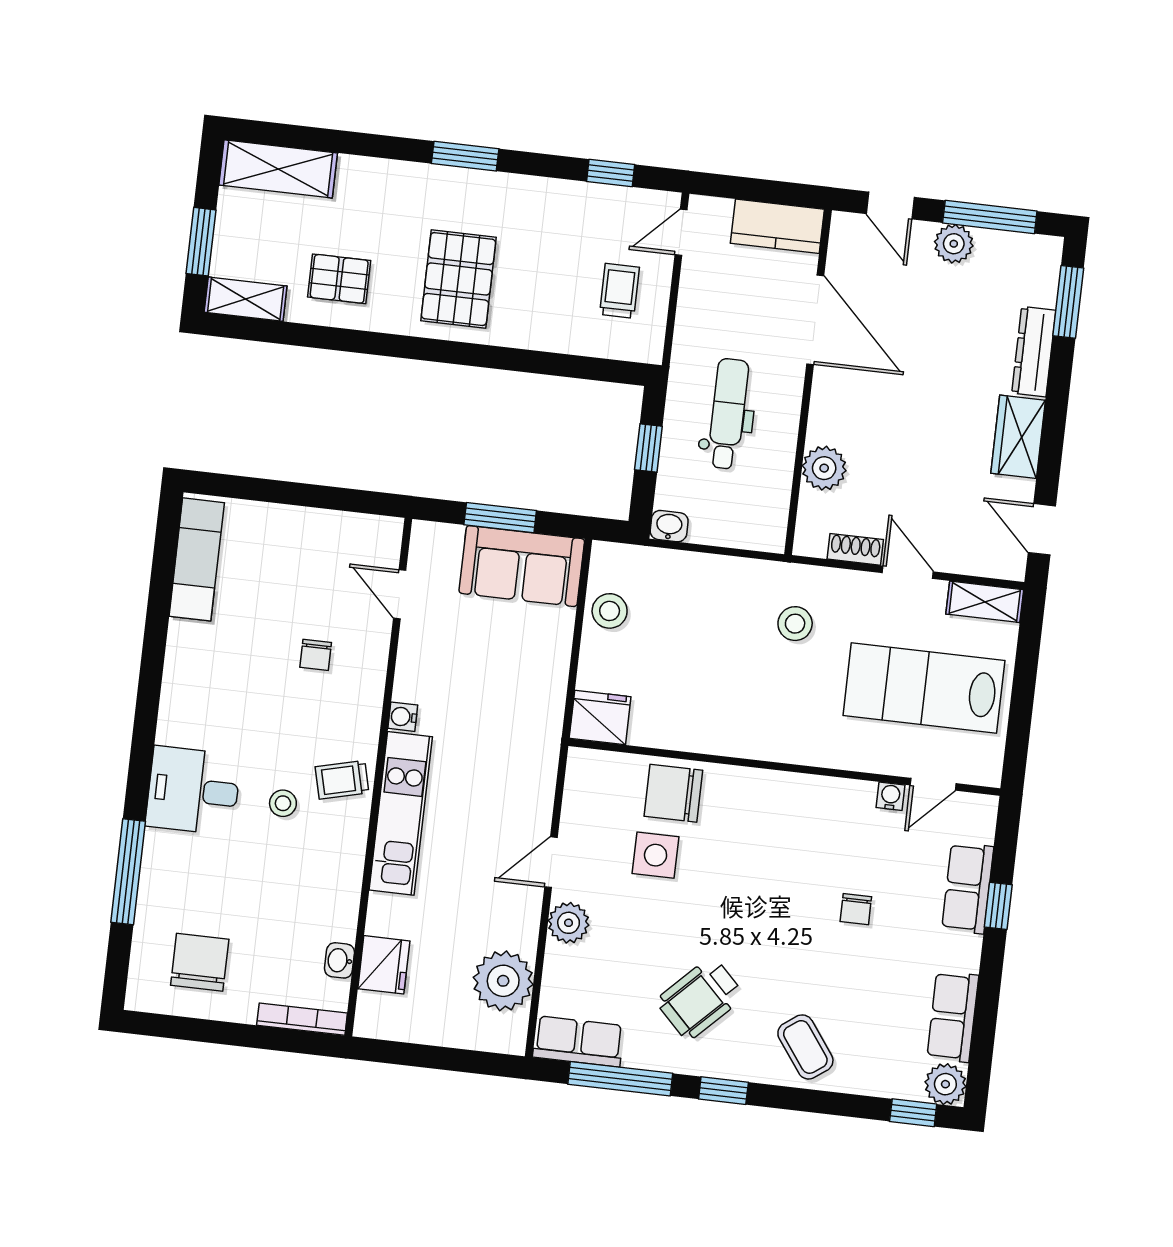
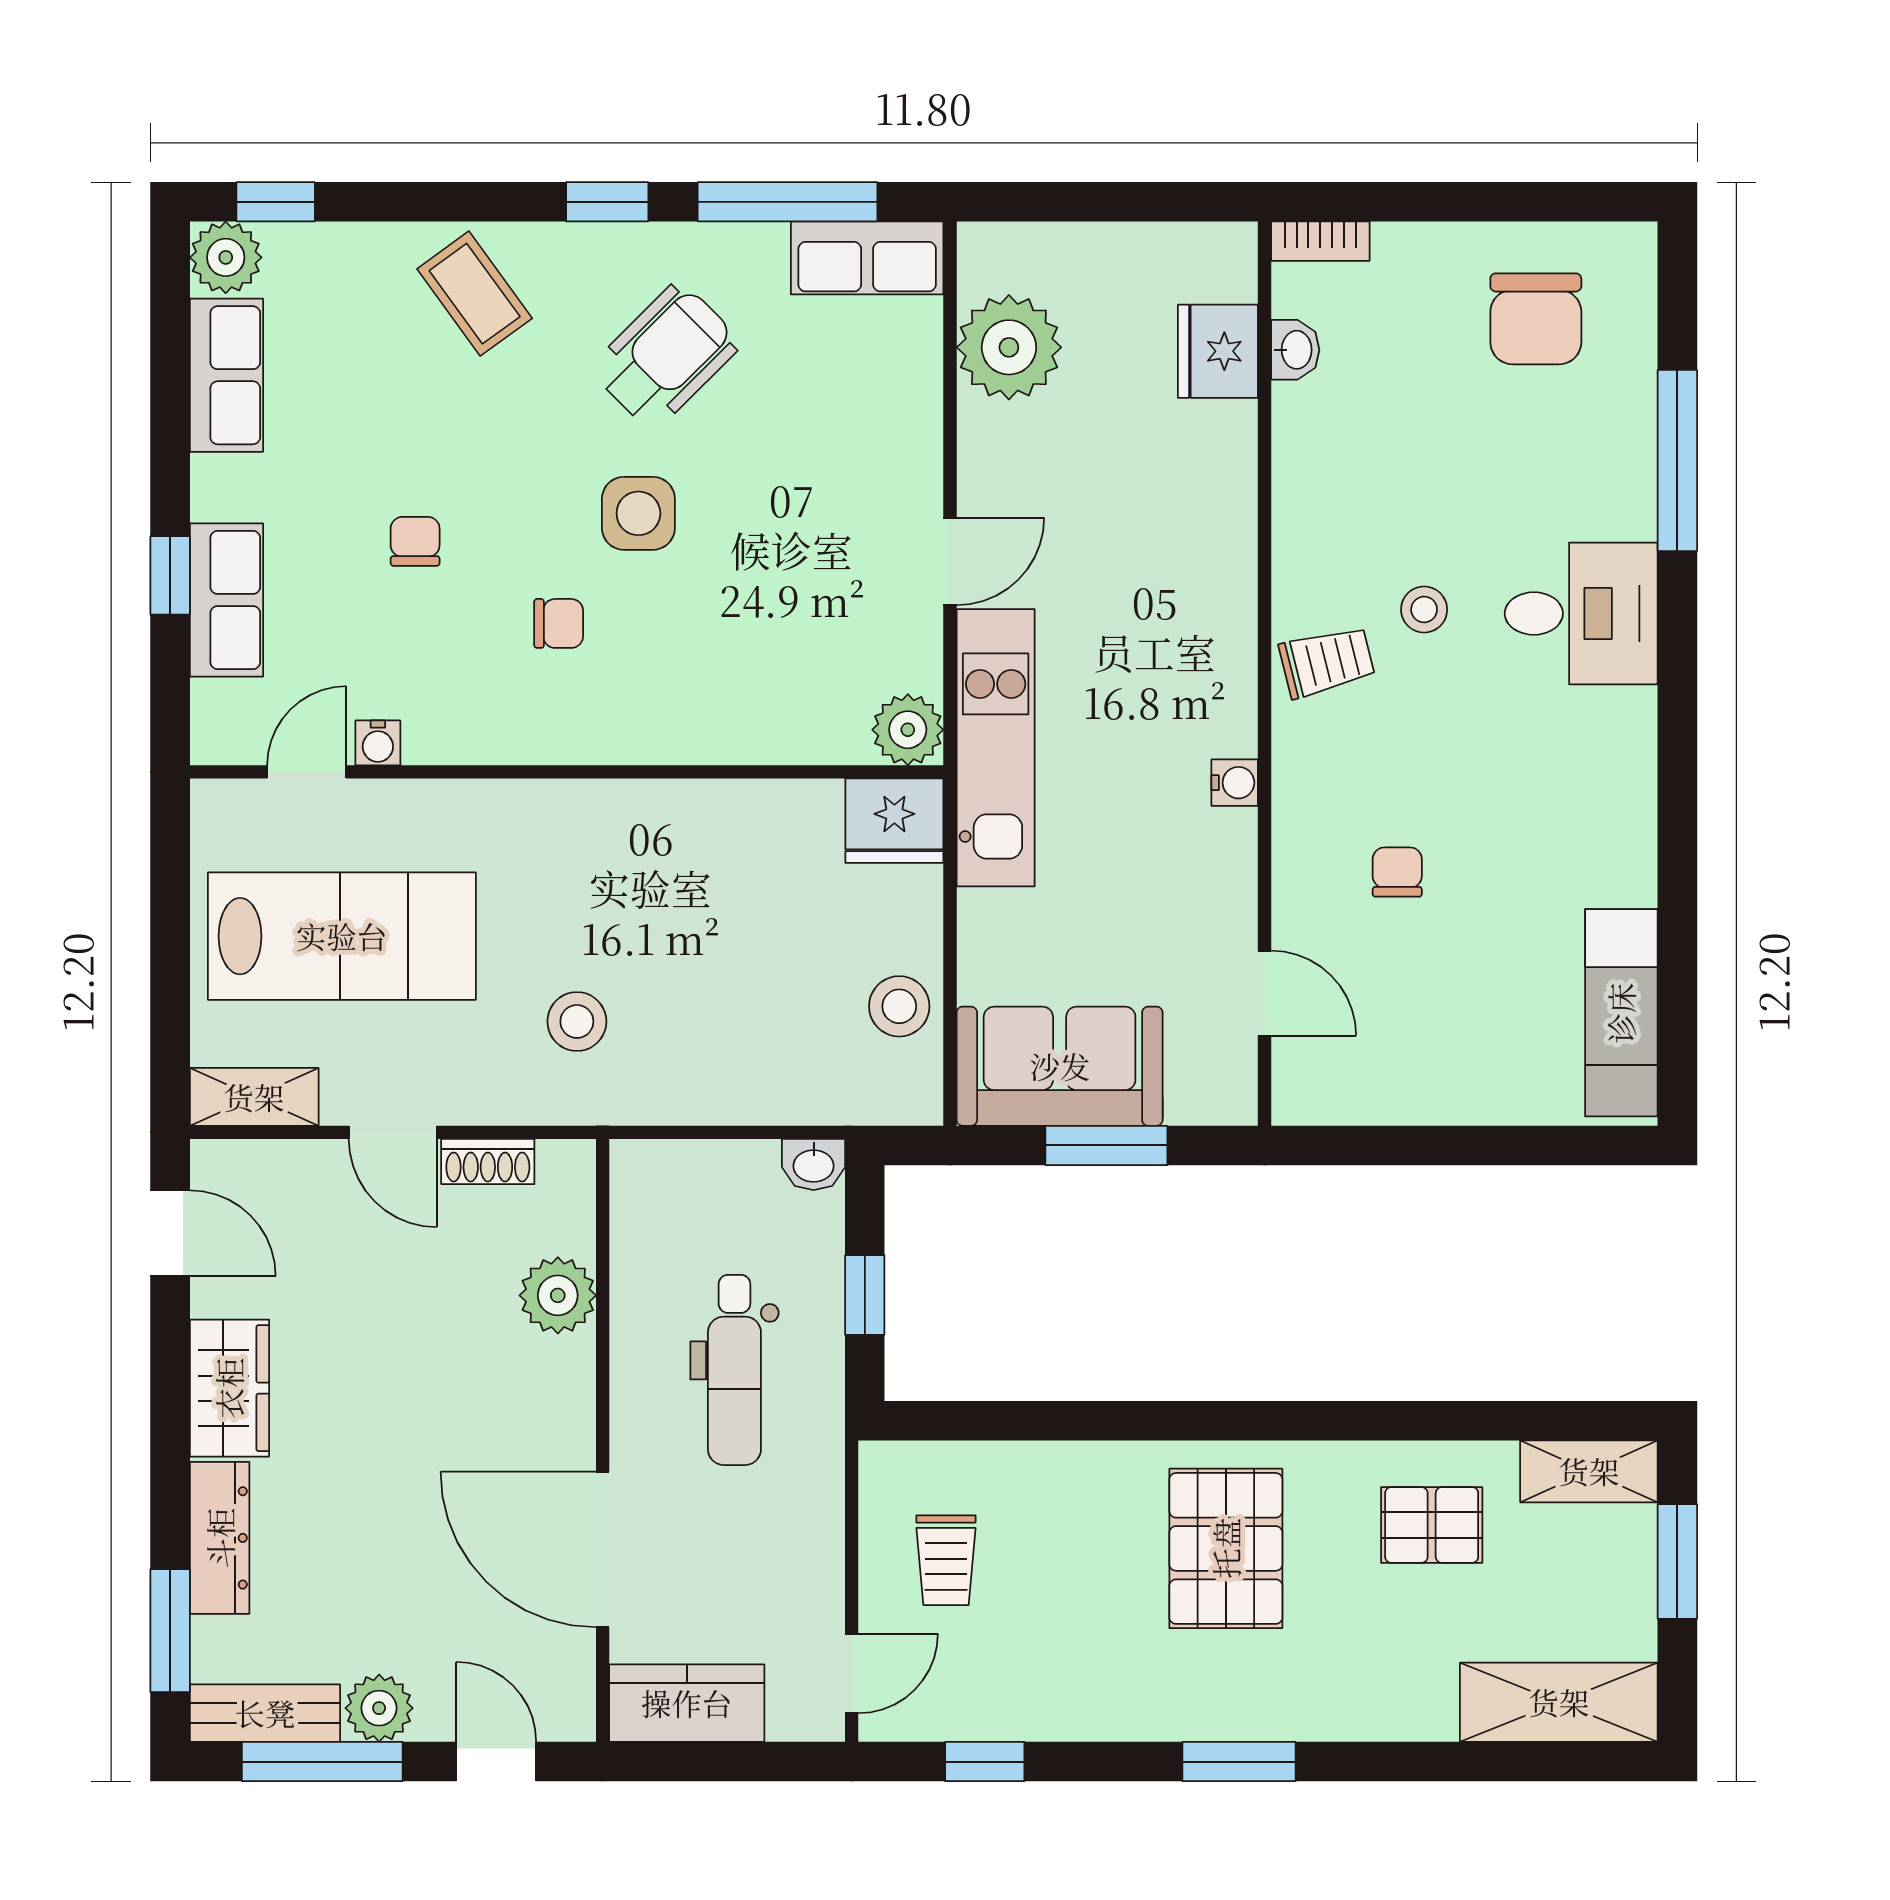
bench: (1019, 248) -> (265, 1713), added
chair: (673, 793) -> (559, 623), moved, width x0.54, depth x0.54
kitchen unit: (401, 813) -> (996, 748), moved, turned 180
side table: (656, 855) -> (638, 513), moved
plant: (569, 923) -> (908, 730), moved
bookcase: (302, 1019) -> (1320, 241), width x0.64

